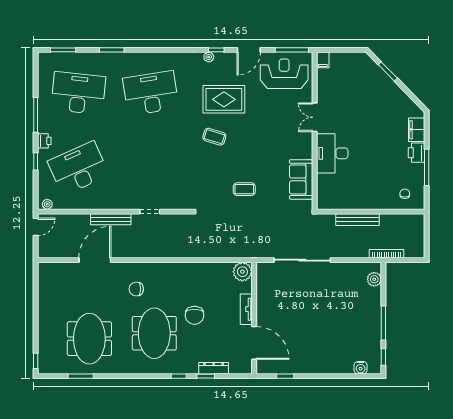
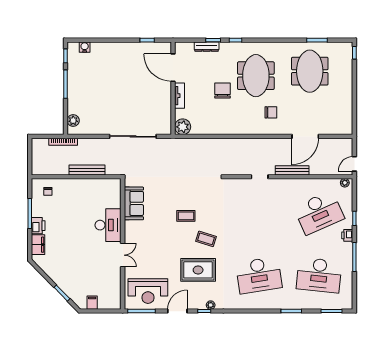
filing cabinet: (323, 60) -> (92, 303), moved
coffee table: (244, 189) -> (186, 216), moved

